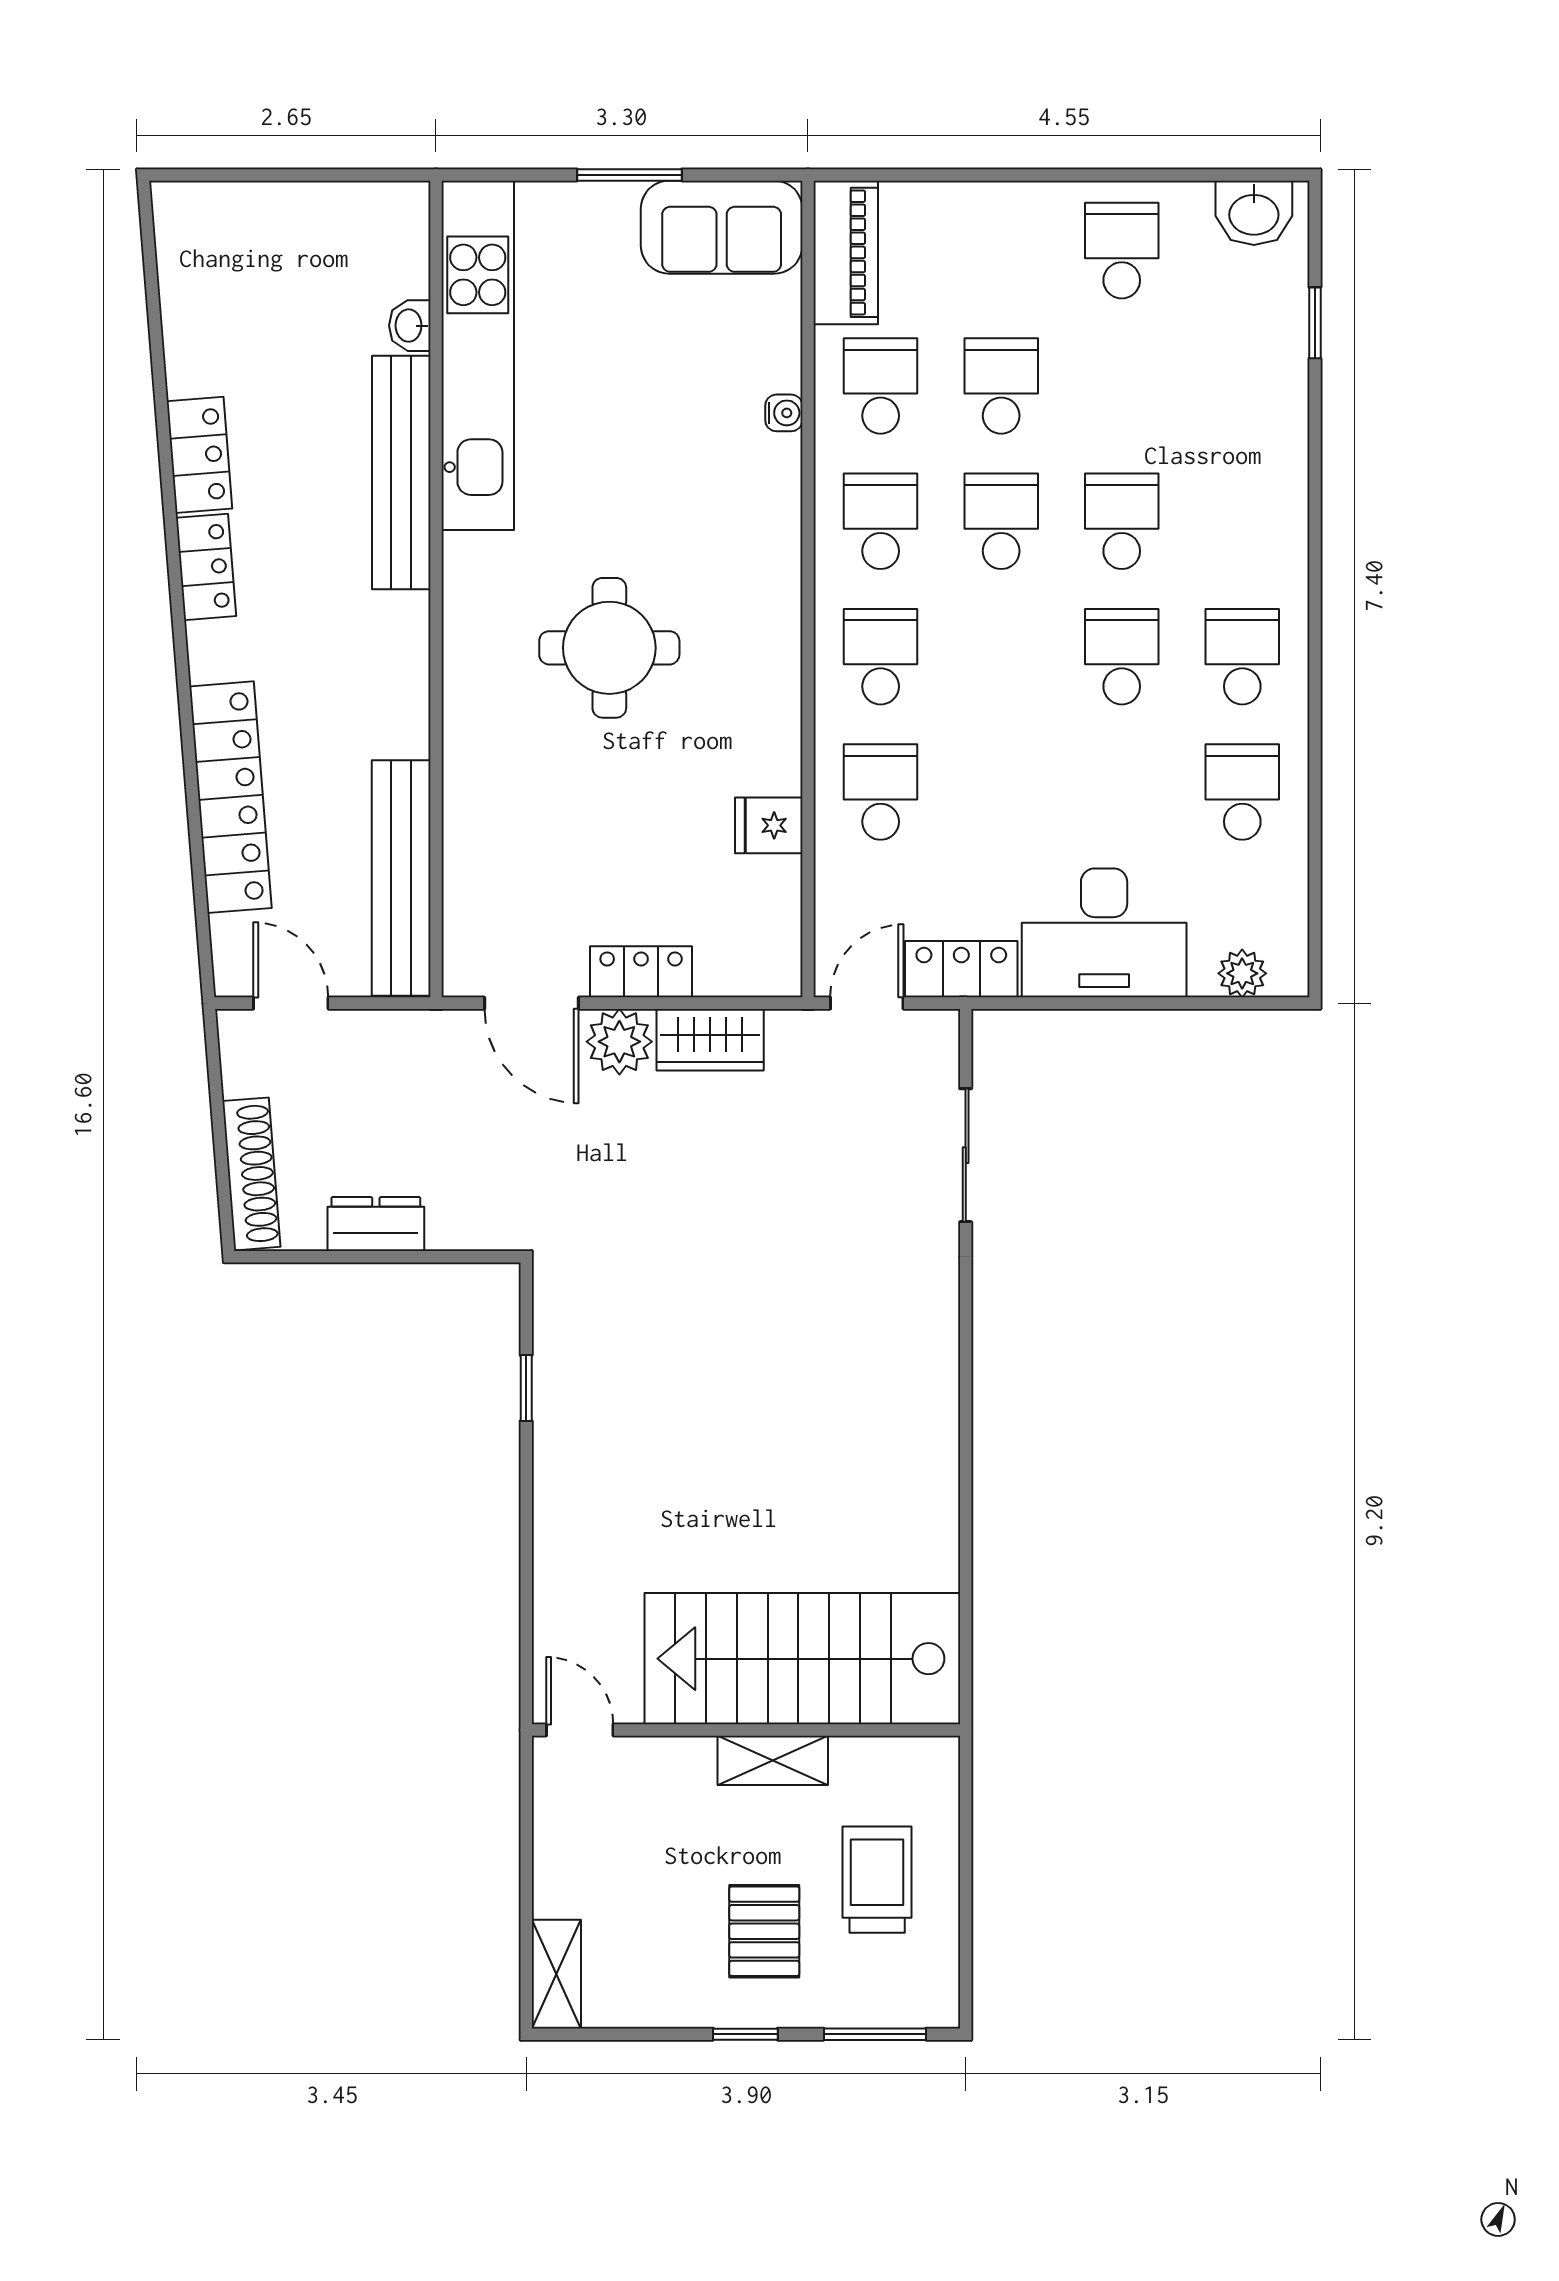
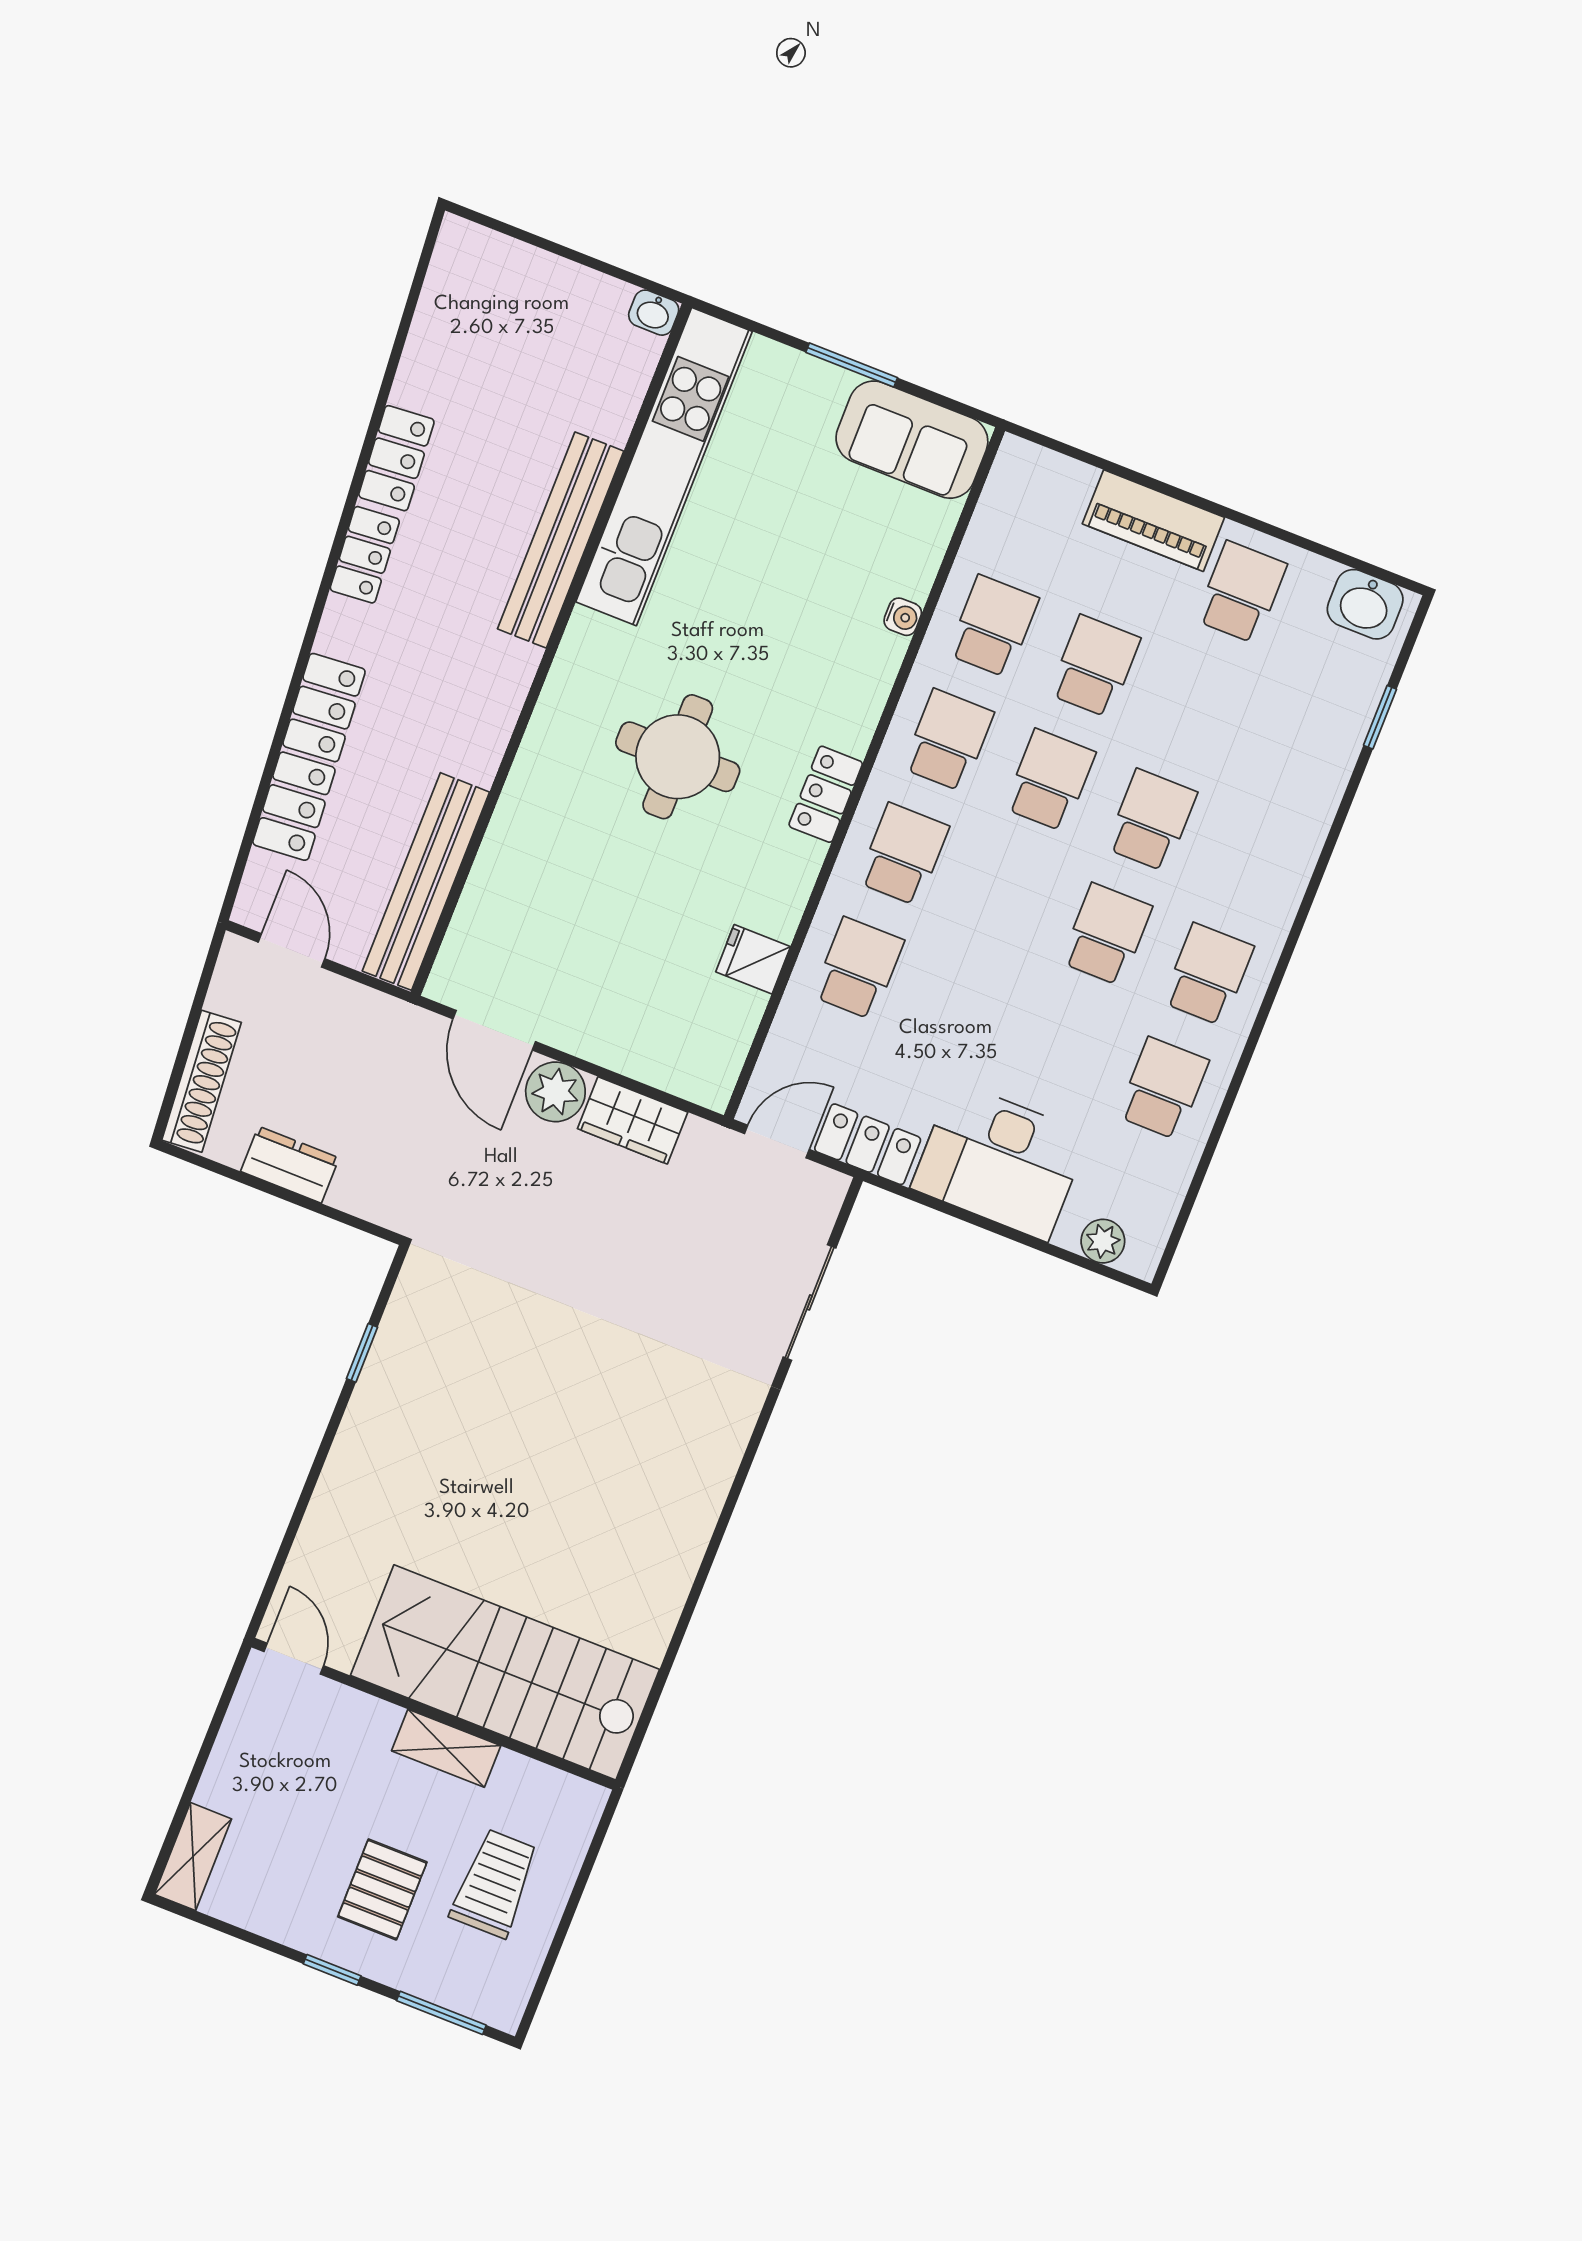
piano: (846, 252) -> (1153, 521), moved, turned 90
washbasin: (410, 326) -> (654, 313), moved, turned -90
locker: (641, 972) -> (826, 794), moved, turned -90

